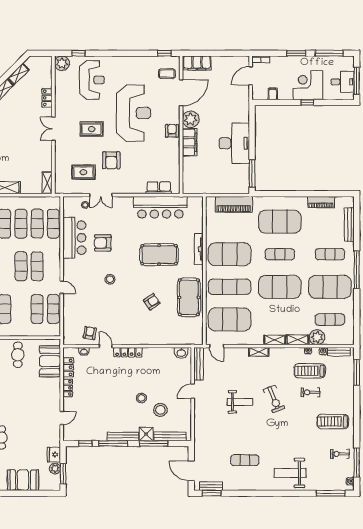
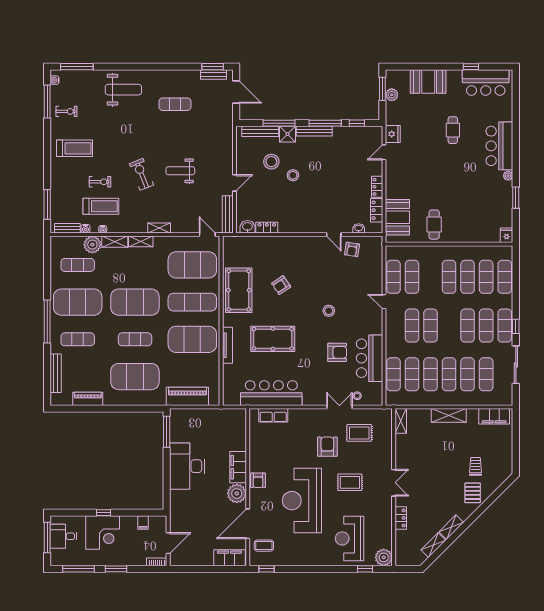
locker: (128, 352) -> (267, 228), moved, width x0.66
fridge: (54, 455) -> (393, 134), moved

